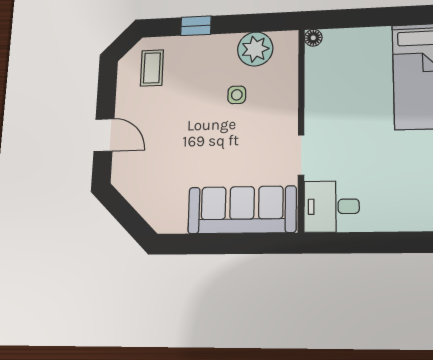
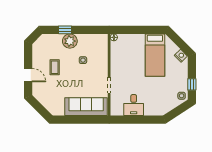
plant: (255, 49) -> (70, 41), moved
coffee table: (152, 68) -> (55, 67), moved
desk: (331, 207) -> (134, 105), moved, turned -90

